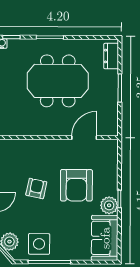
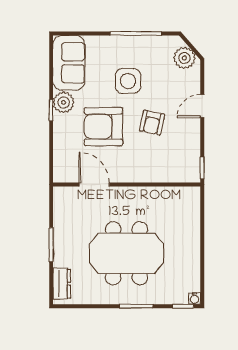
door: (84, 138) -> (94, 185), swing flipped
armchair: (76, 185) -> (103, 127), turned -90
side table: (39, 244) -> (128, 81), moved

